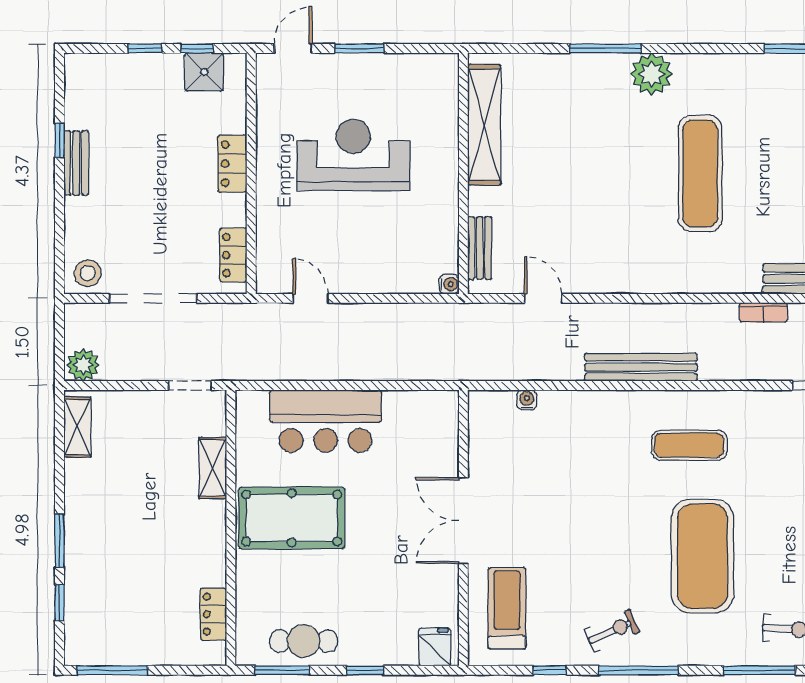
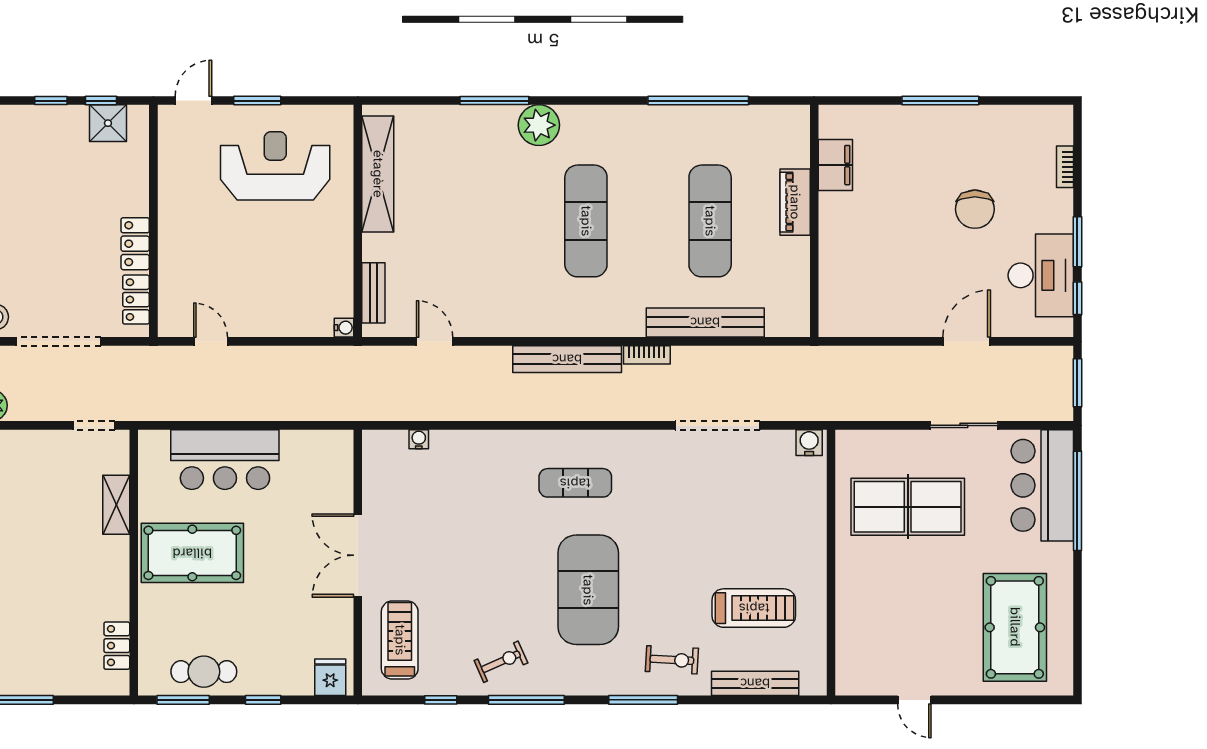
reception desk: (353, 155) -> (275, 166), moved
locker: (232, 164) -> (135, 244), moved
bench: (641, 367) -> (567, 359), moved

